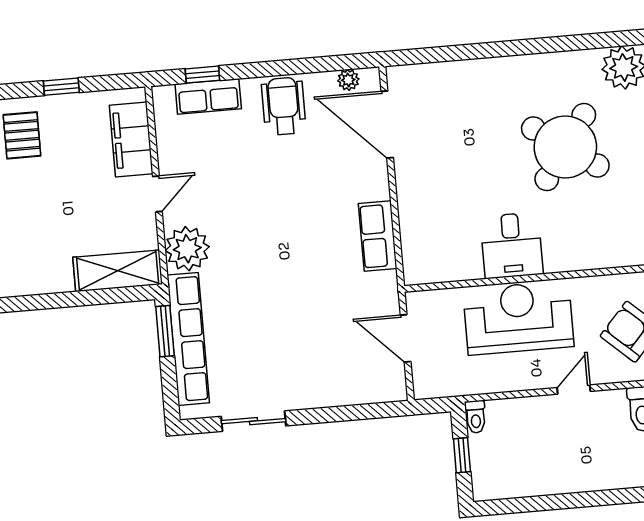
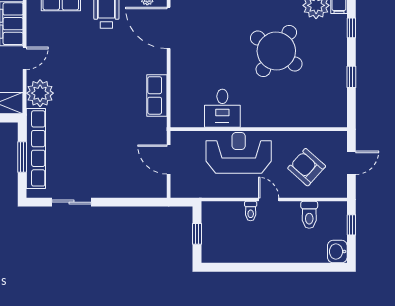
desk: (512, 245) -> (222, 108), moved
window: (165, 331) -> (22, 157), moved
door: (574, 390) -> (269, 200), hinge flipped
toilet: (476, 417) -> (251, 211), moved

